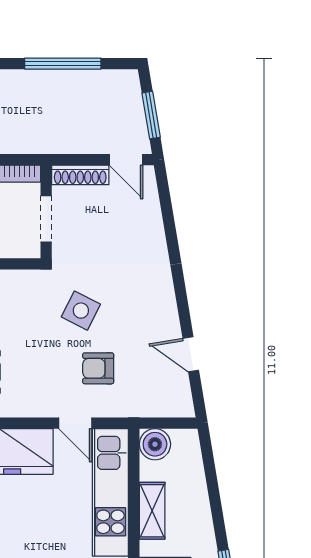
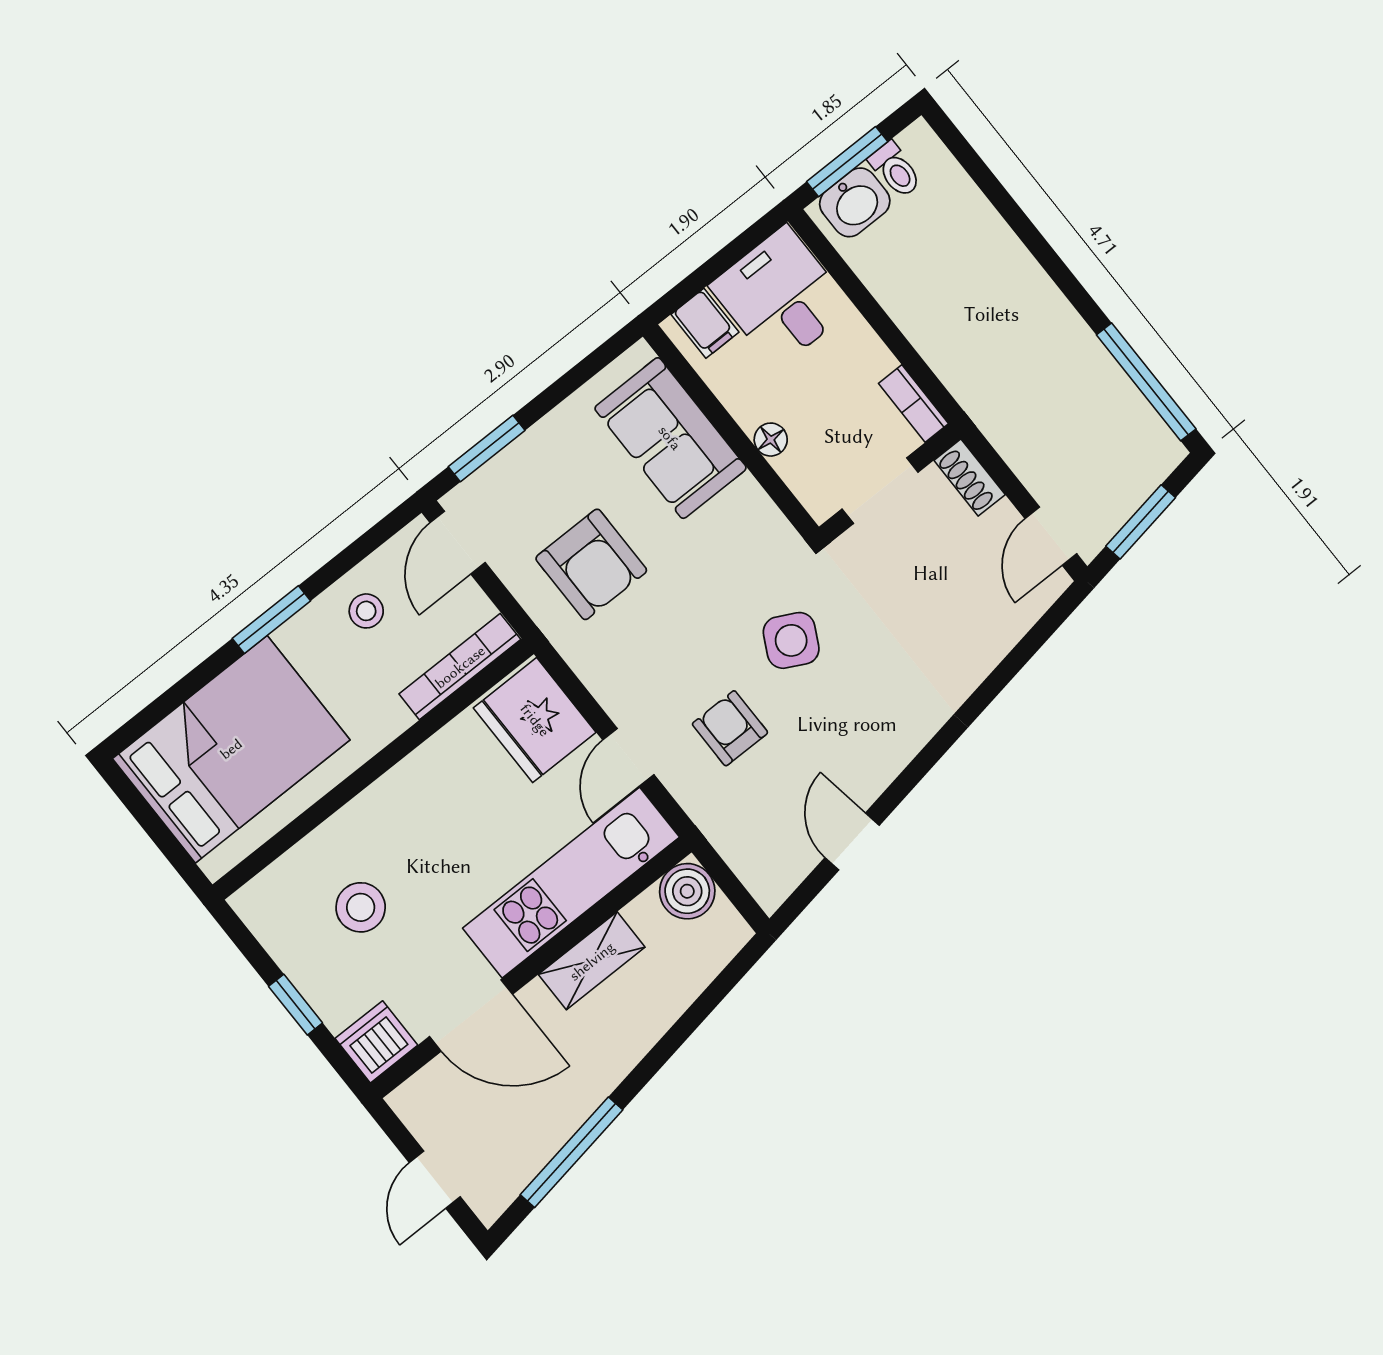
window: (63, 64) -> (1146, 382), moved
shoe rack: (80, 175) -> (970, 478), width x0.70

